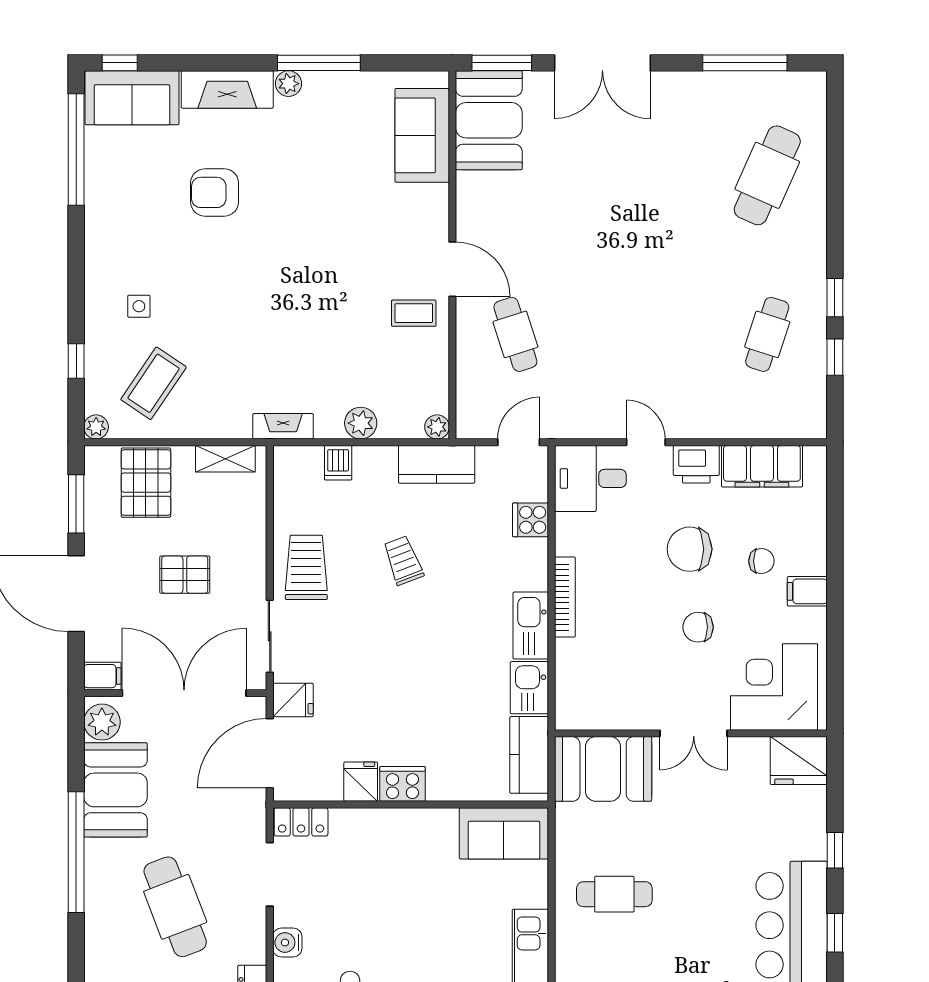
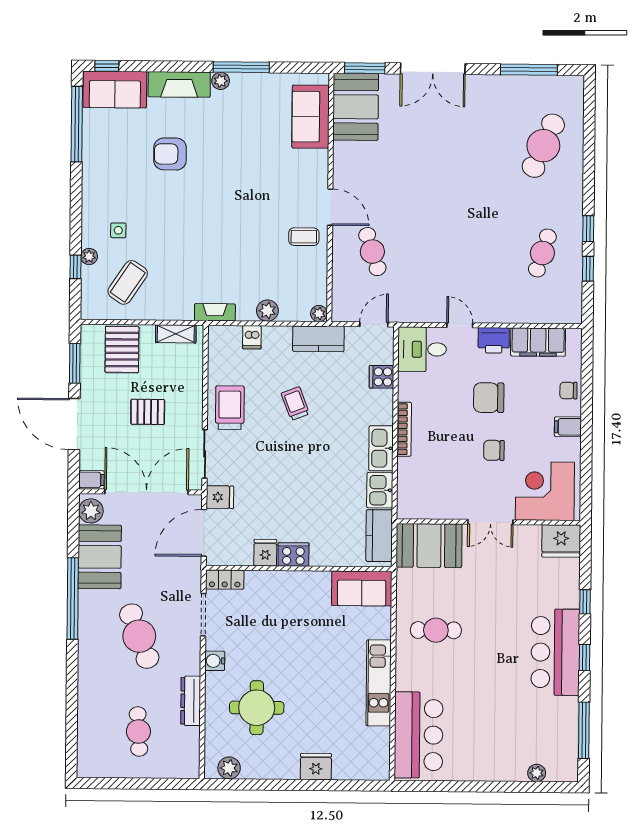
plant: (96, 427) -> (89, 257), moved
chair: (761, 561) -> (568, 391), moved, turned 180

